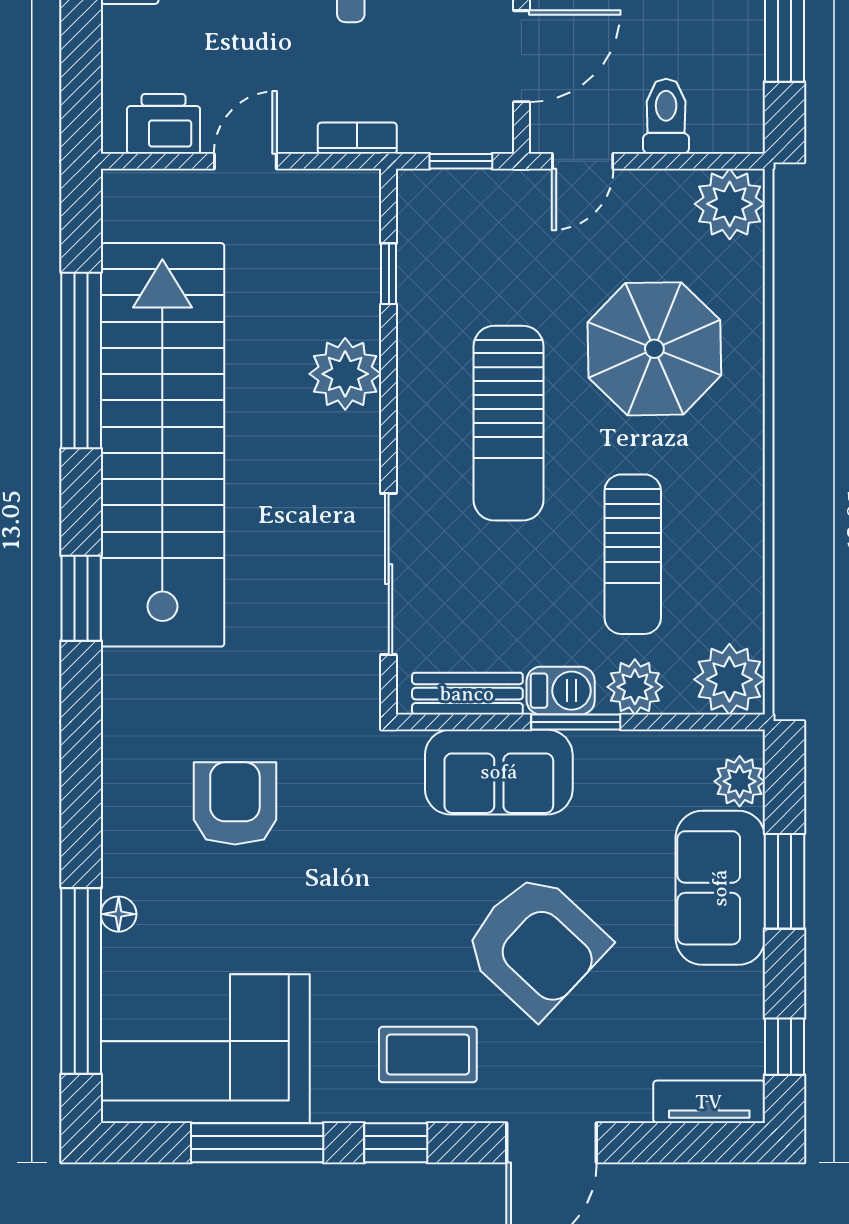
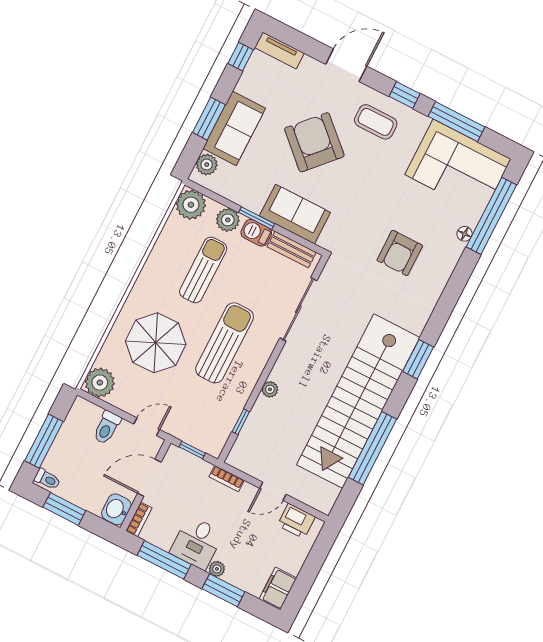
plant: (345, 374) -> (270, 389), width x0.53, depth x0.53

